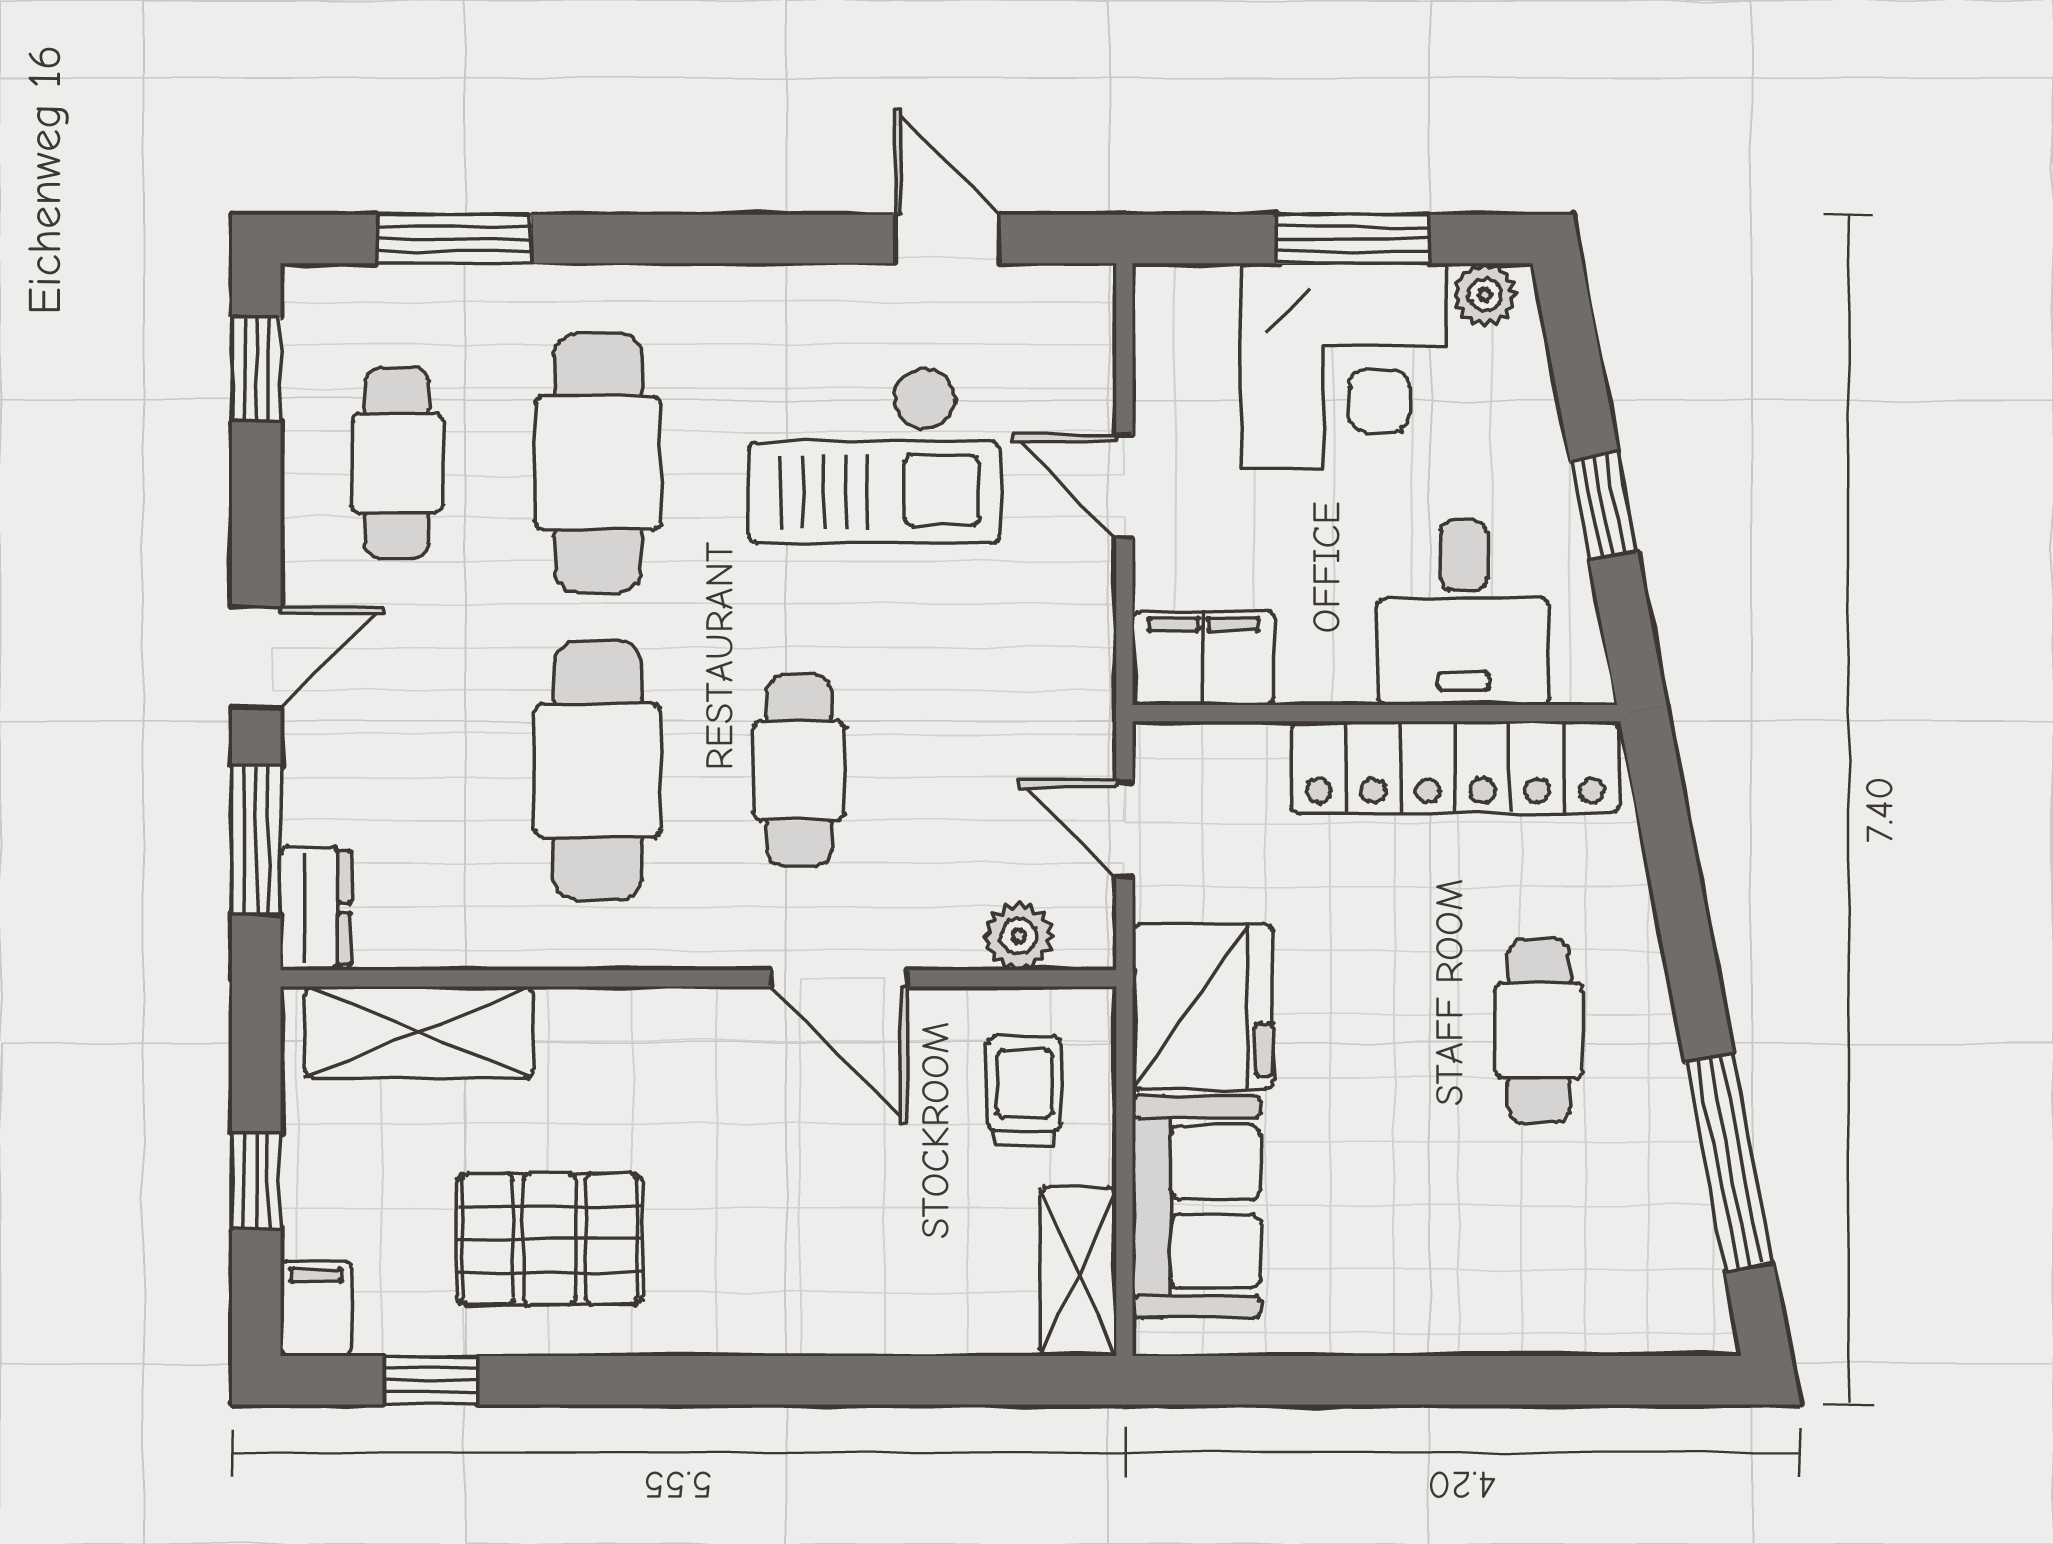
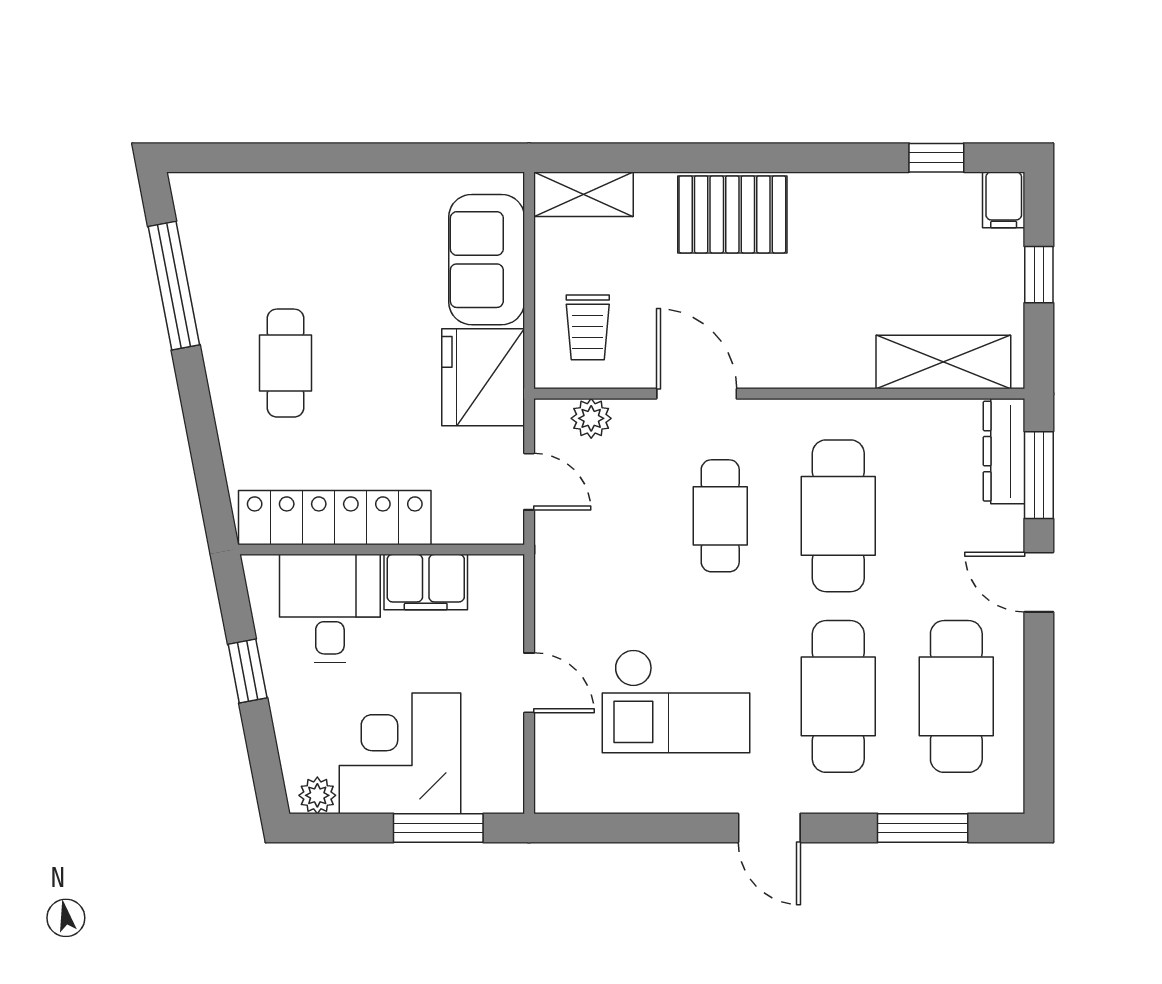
door: (947, 239) -> (769, 828), moved
window: (1353, 239) -> (438, 828), moved
window: (256, 369) -> (1039, 752), removed
checkout: (874, 455) -> (676, 701), turned 180
cafe table: (397, 463) -> (956, 696), width x1.37, depth x1.35
door: (256, 658) -> (1039, 582), hinge flipped
filing cabinet: (1203, 658) -> (426, 582), moved
dresser: (316, 908) -> (1004, 451), width x1.44
pallet: (549, 1239) -> (732, 214), moved
shelving: (1078, 1272) -> (583, 194), moved, turned 90

